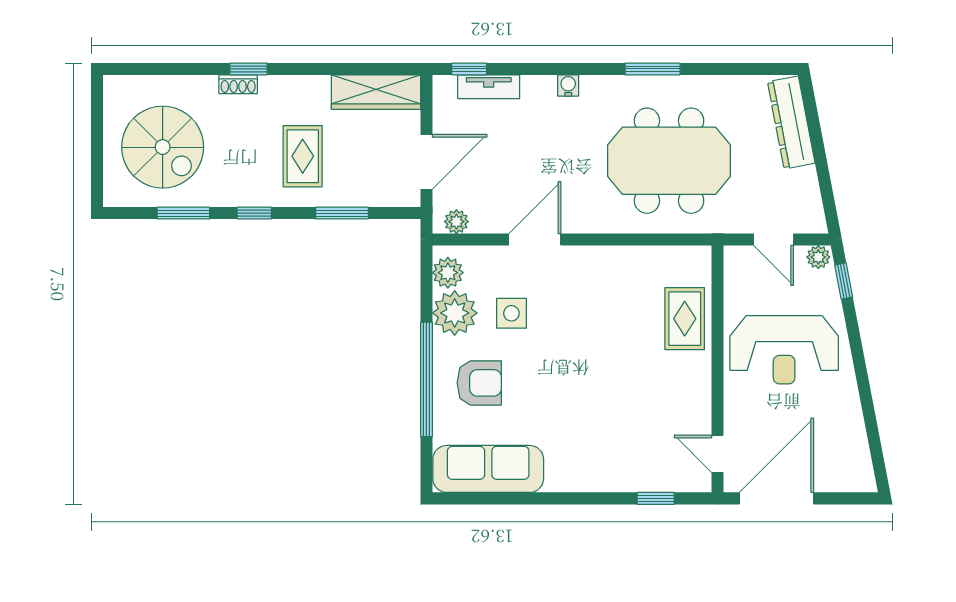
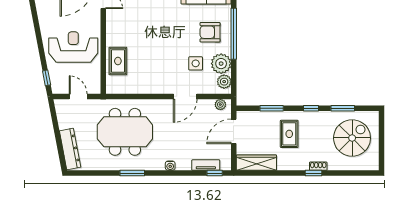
spiral stairs: (163, 147) -> (352, 138), turned 90
plant: (818, 257) -> (58, 89), removed

